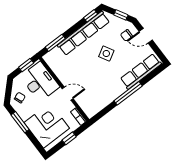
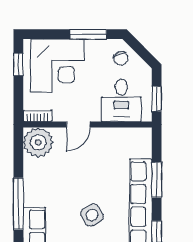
window: (55, 43) -> (157, 180), moved
desk: (40, 82) -> (121, 100), width x0.73
plant: (91, 106) -> (38, 142), added
window: (69, 138) -> (18, 64), moved

